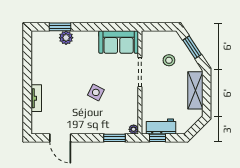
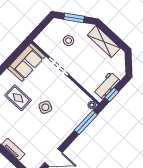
rug: (83, 62) -> (18, 98), added
window: (114, 138) -> (86, 122), width x1.44

